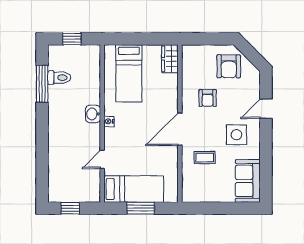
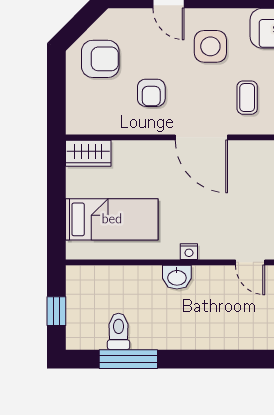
armchair: (208, 98) -> (151, 93), turned 90

